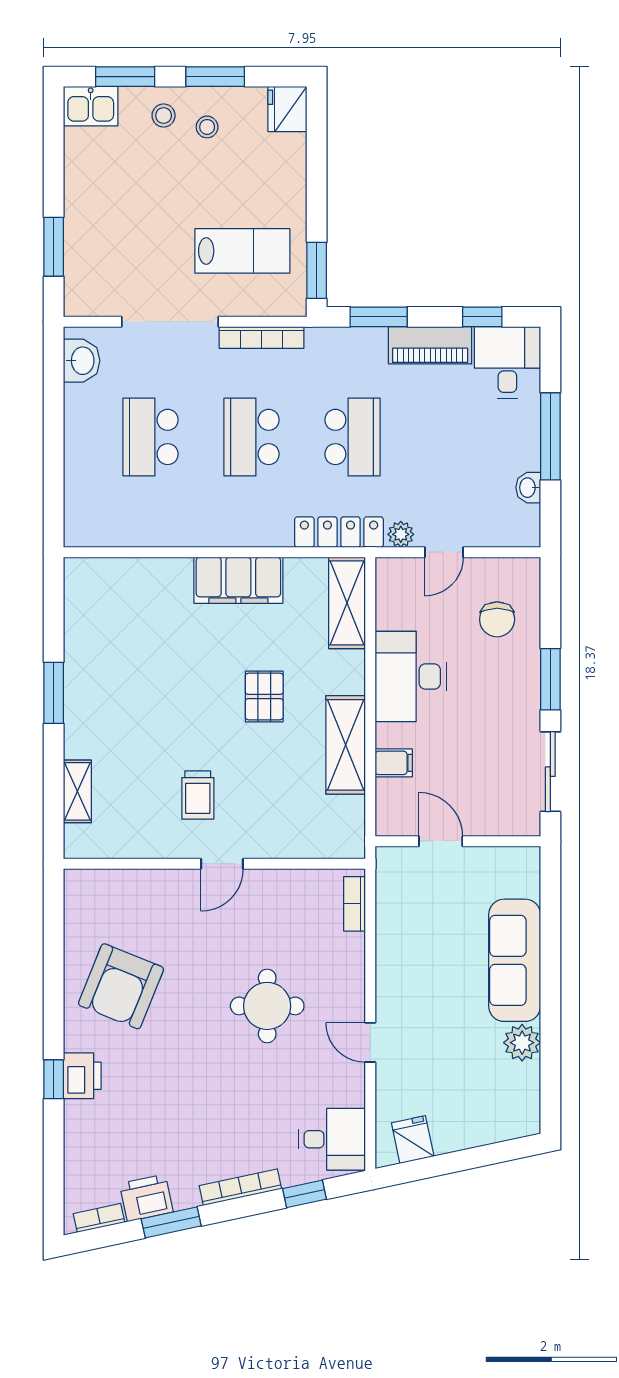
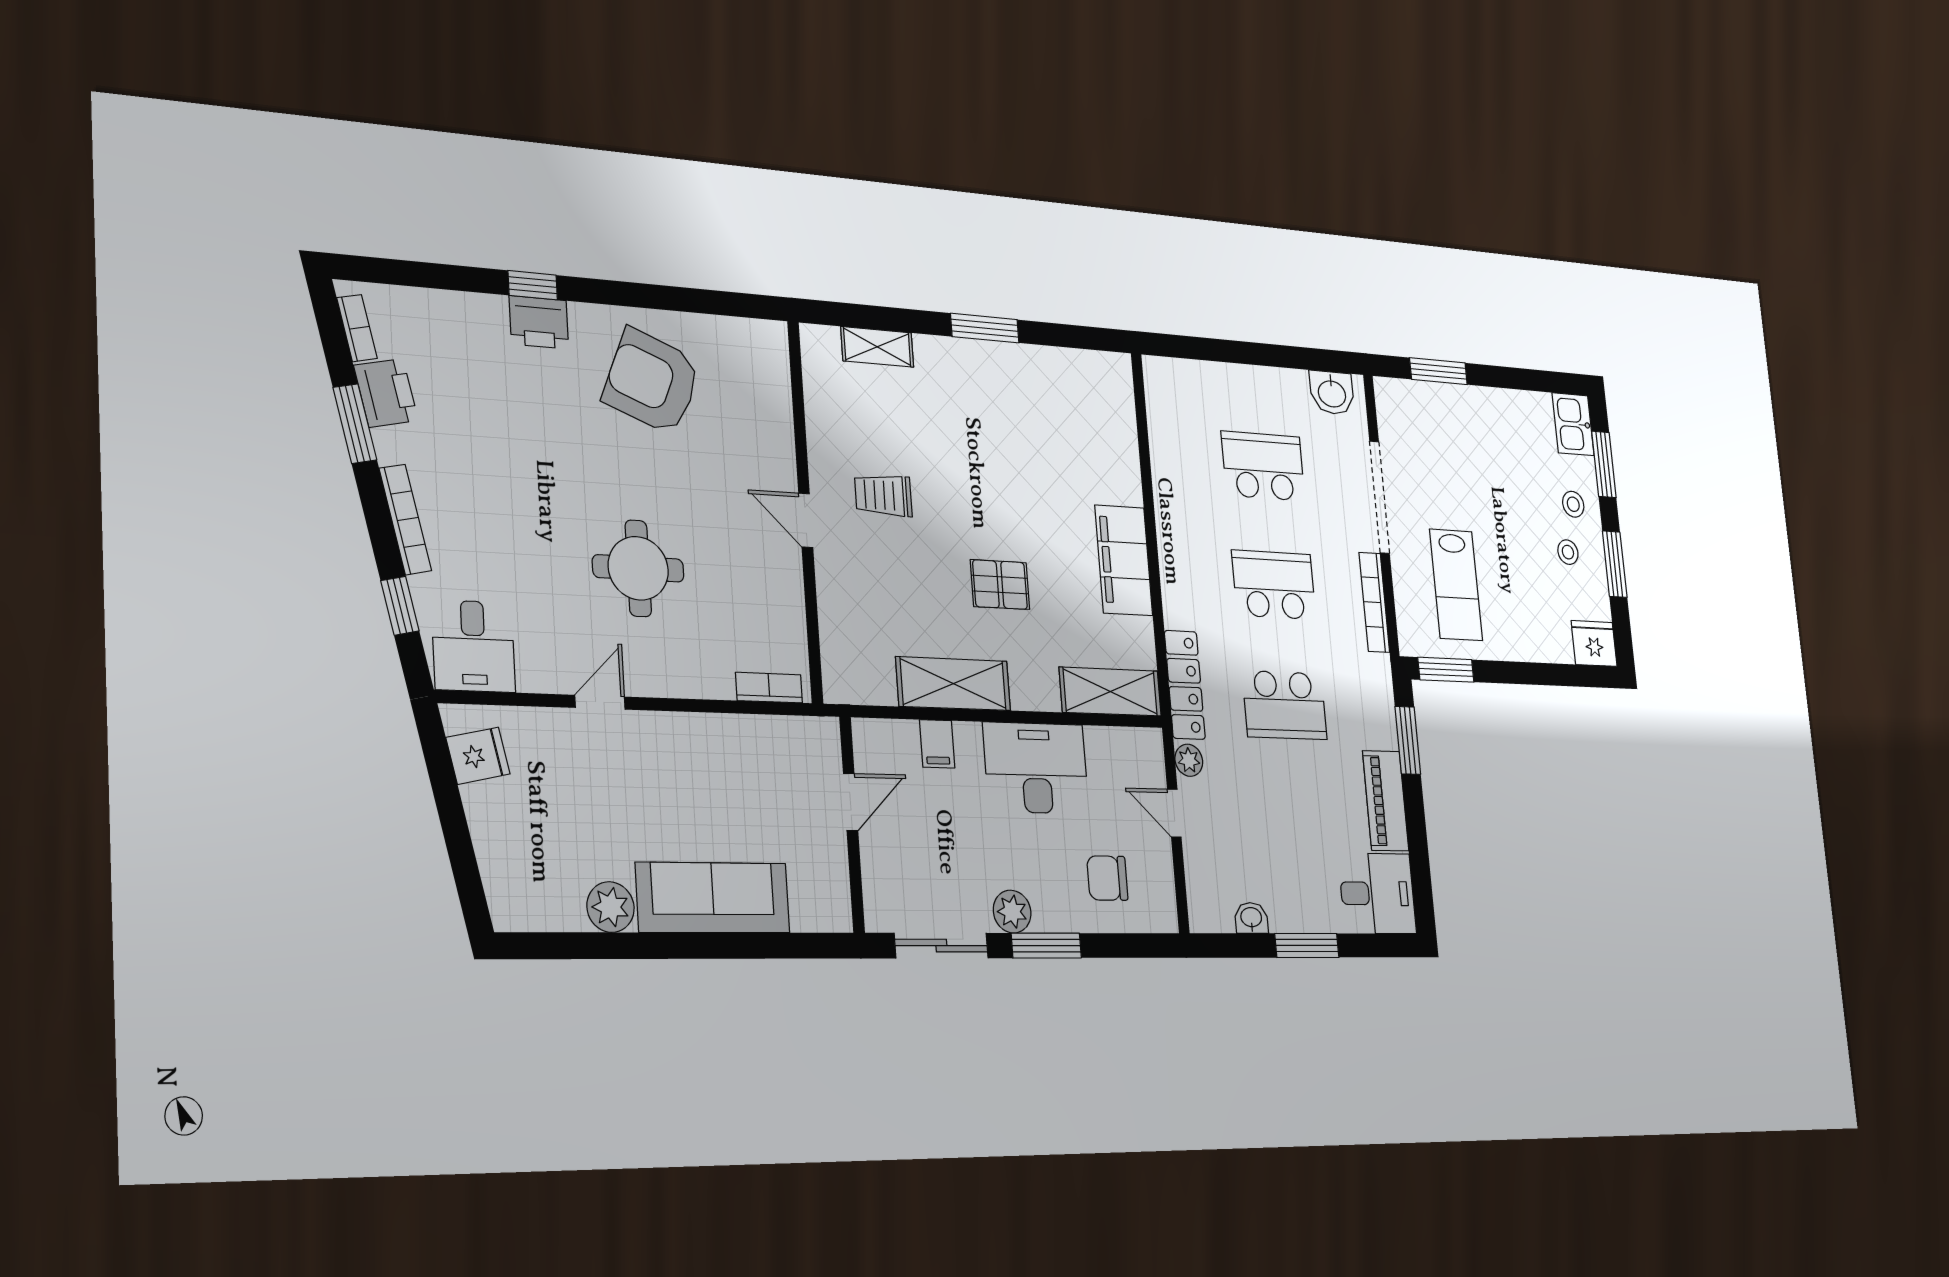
window: (482, 317) -> (1420, 864), removed
window: (550, 436) -> (1307, 945), width x0.69
plant: (524, 707) -> (1012, 912), added

